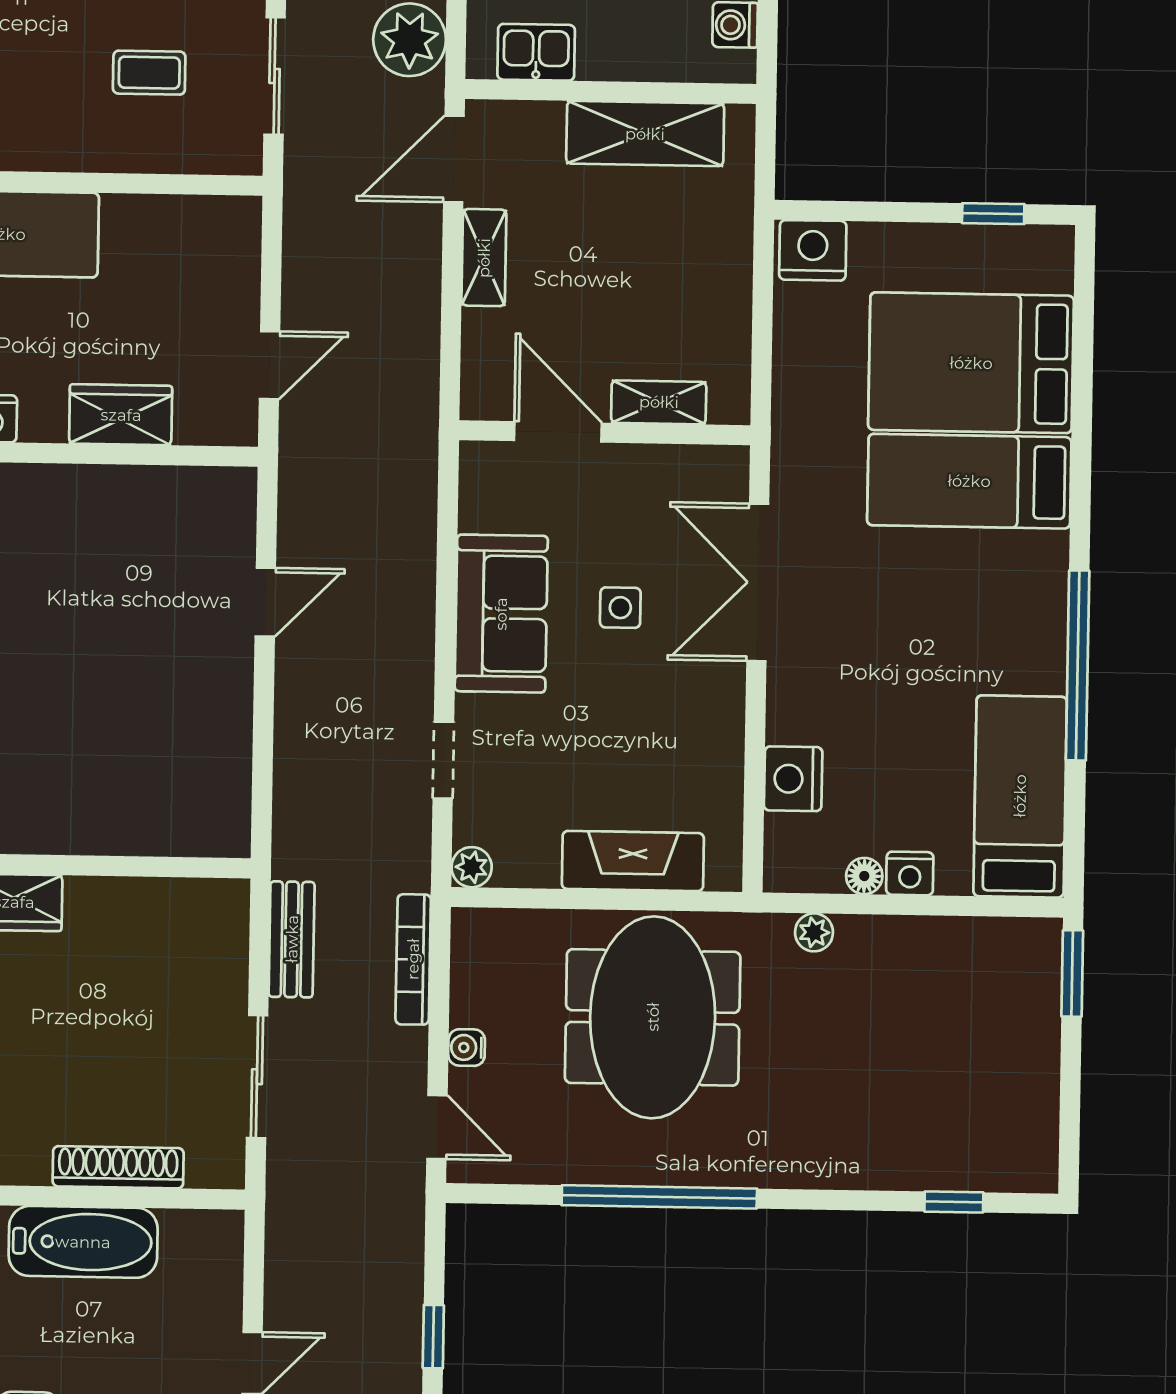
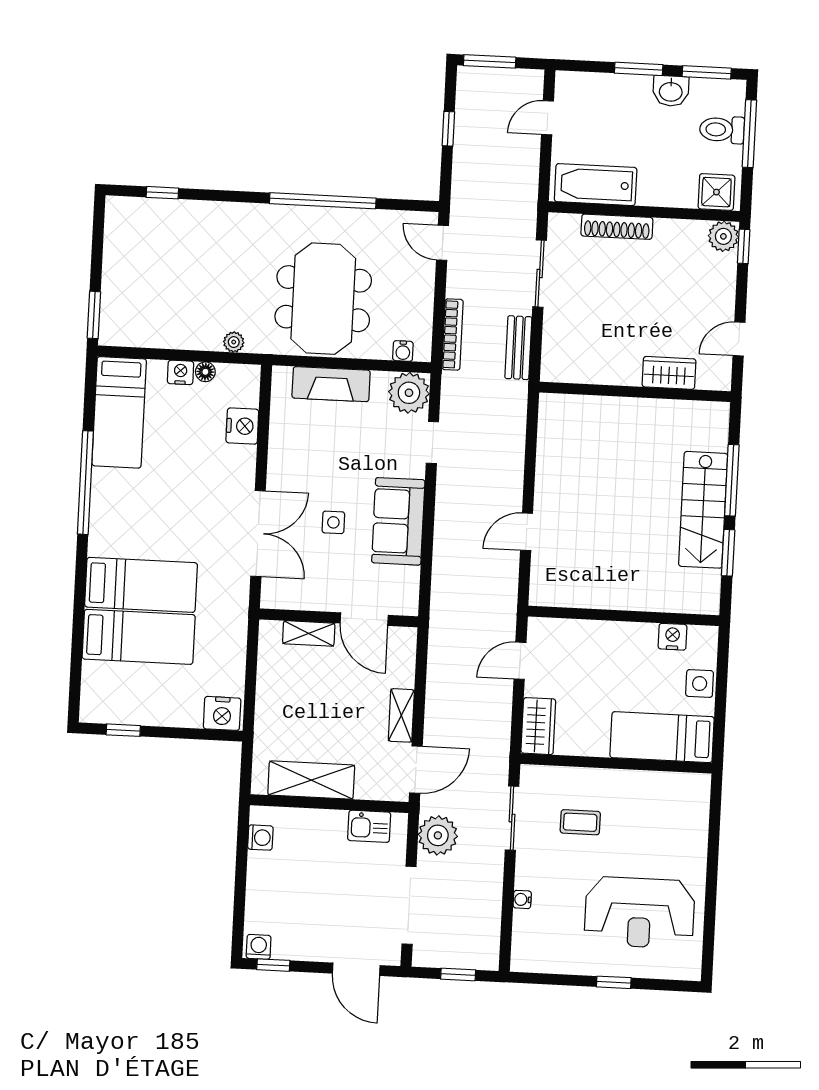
bed: (971, 363) -> (139, 637), width x0.67
wardrobe: (121, 415) -> (538, 726), moved, turned -90
plant: (472, 867) -> (409, 393), width x1.88, depth x1.88
water cooler: (467, 1048) -> (403, 351), moved, turned 90
bathtub: (83, 1242) -> (596, 185), moved

